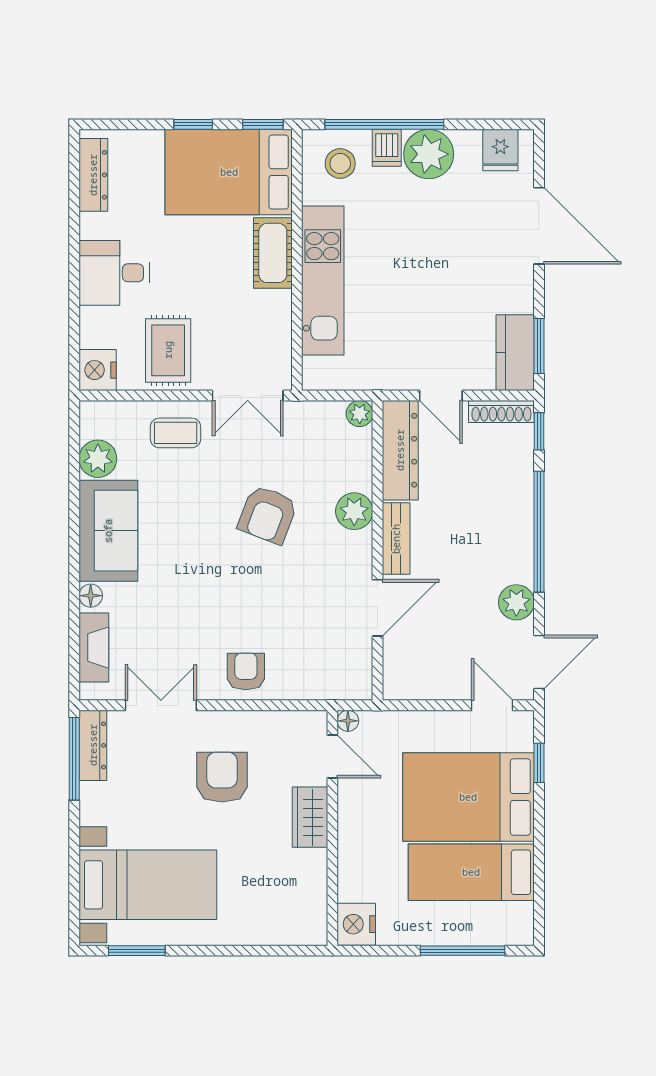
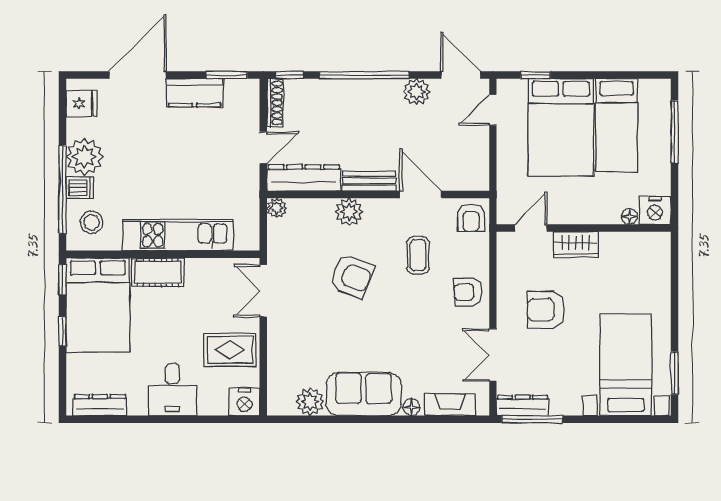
kitchen counter: (515, 353) -> (195, 93), moved
double door: (248, 395) -> (263, 291), swing flipped
coffee table: (176, 433) -> (418, 255), moved
armchair: (346, 676) -> (471, 218), added
floor lamp: (348, 721) -> (629, 217), moved

